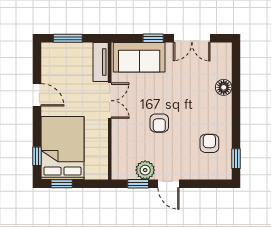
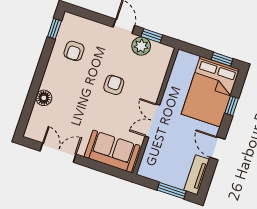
window: (153, 38) -> (93, 165), removed
tv unit: (101, 62) -> (197, 175), moved, turned 180
window: (37, 156) -> (232, 106), moved

